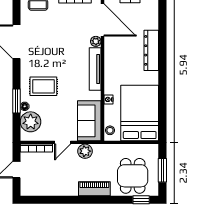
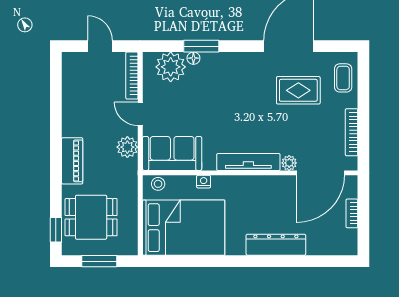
rug: (43, 86) -> (298, 90), moved, turned 90

